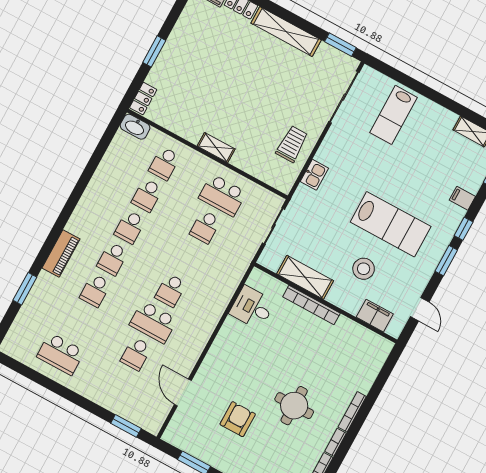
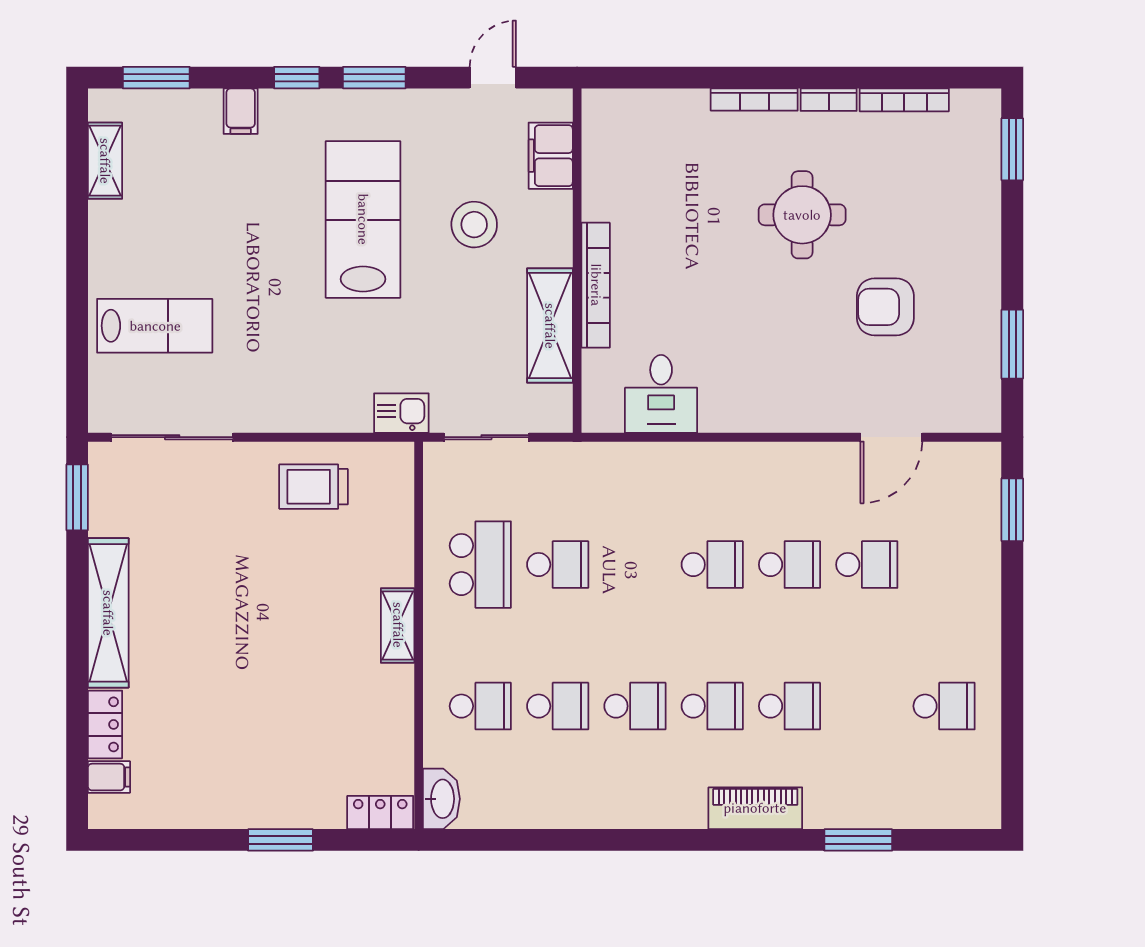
kitchen sink: (314, 175) -> (401, 413), moved
school desk: (153, 322) -> (789, 565), width x0.54
school desk: (61, 354) -> (944, 706), width x0.54

